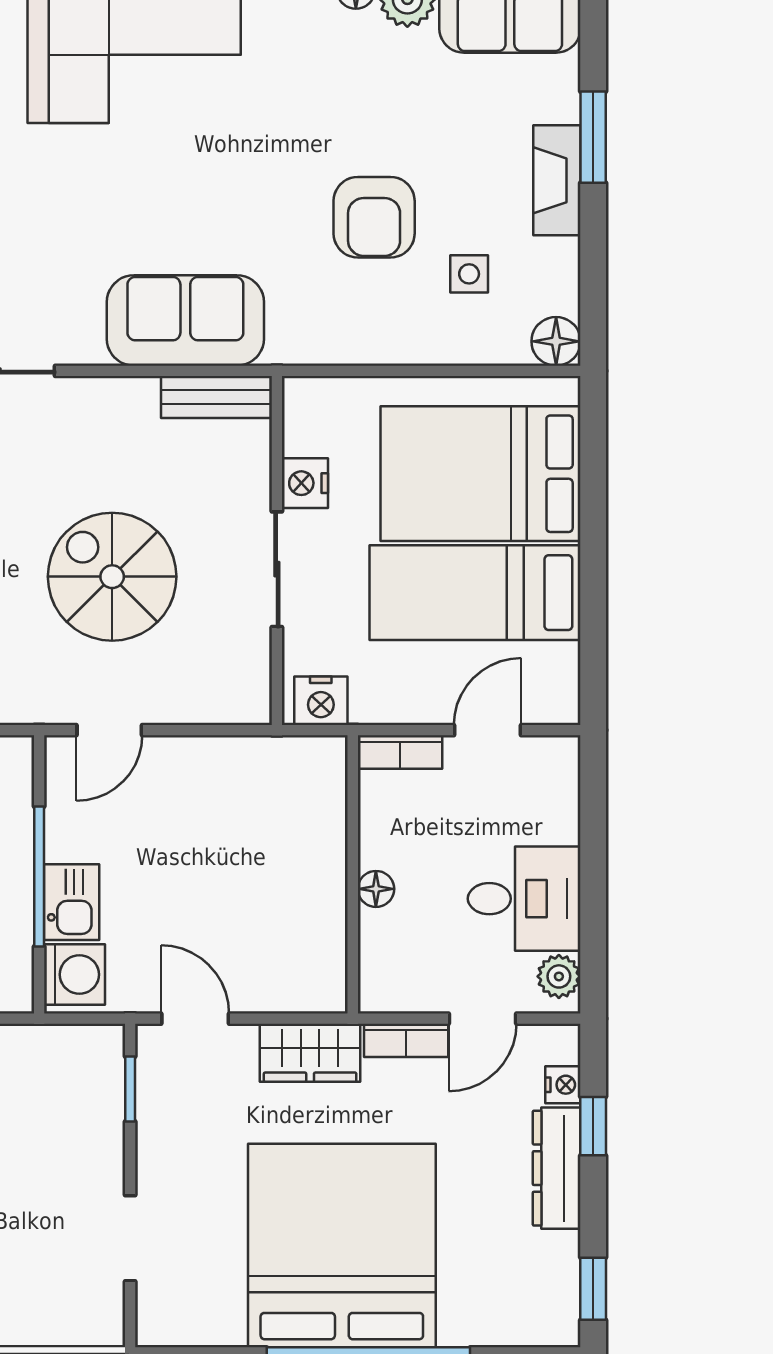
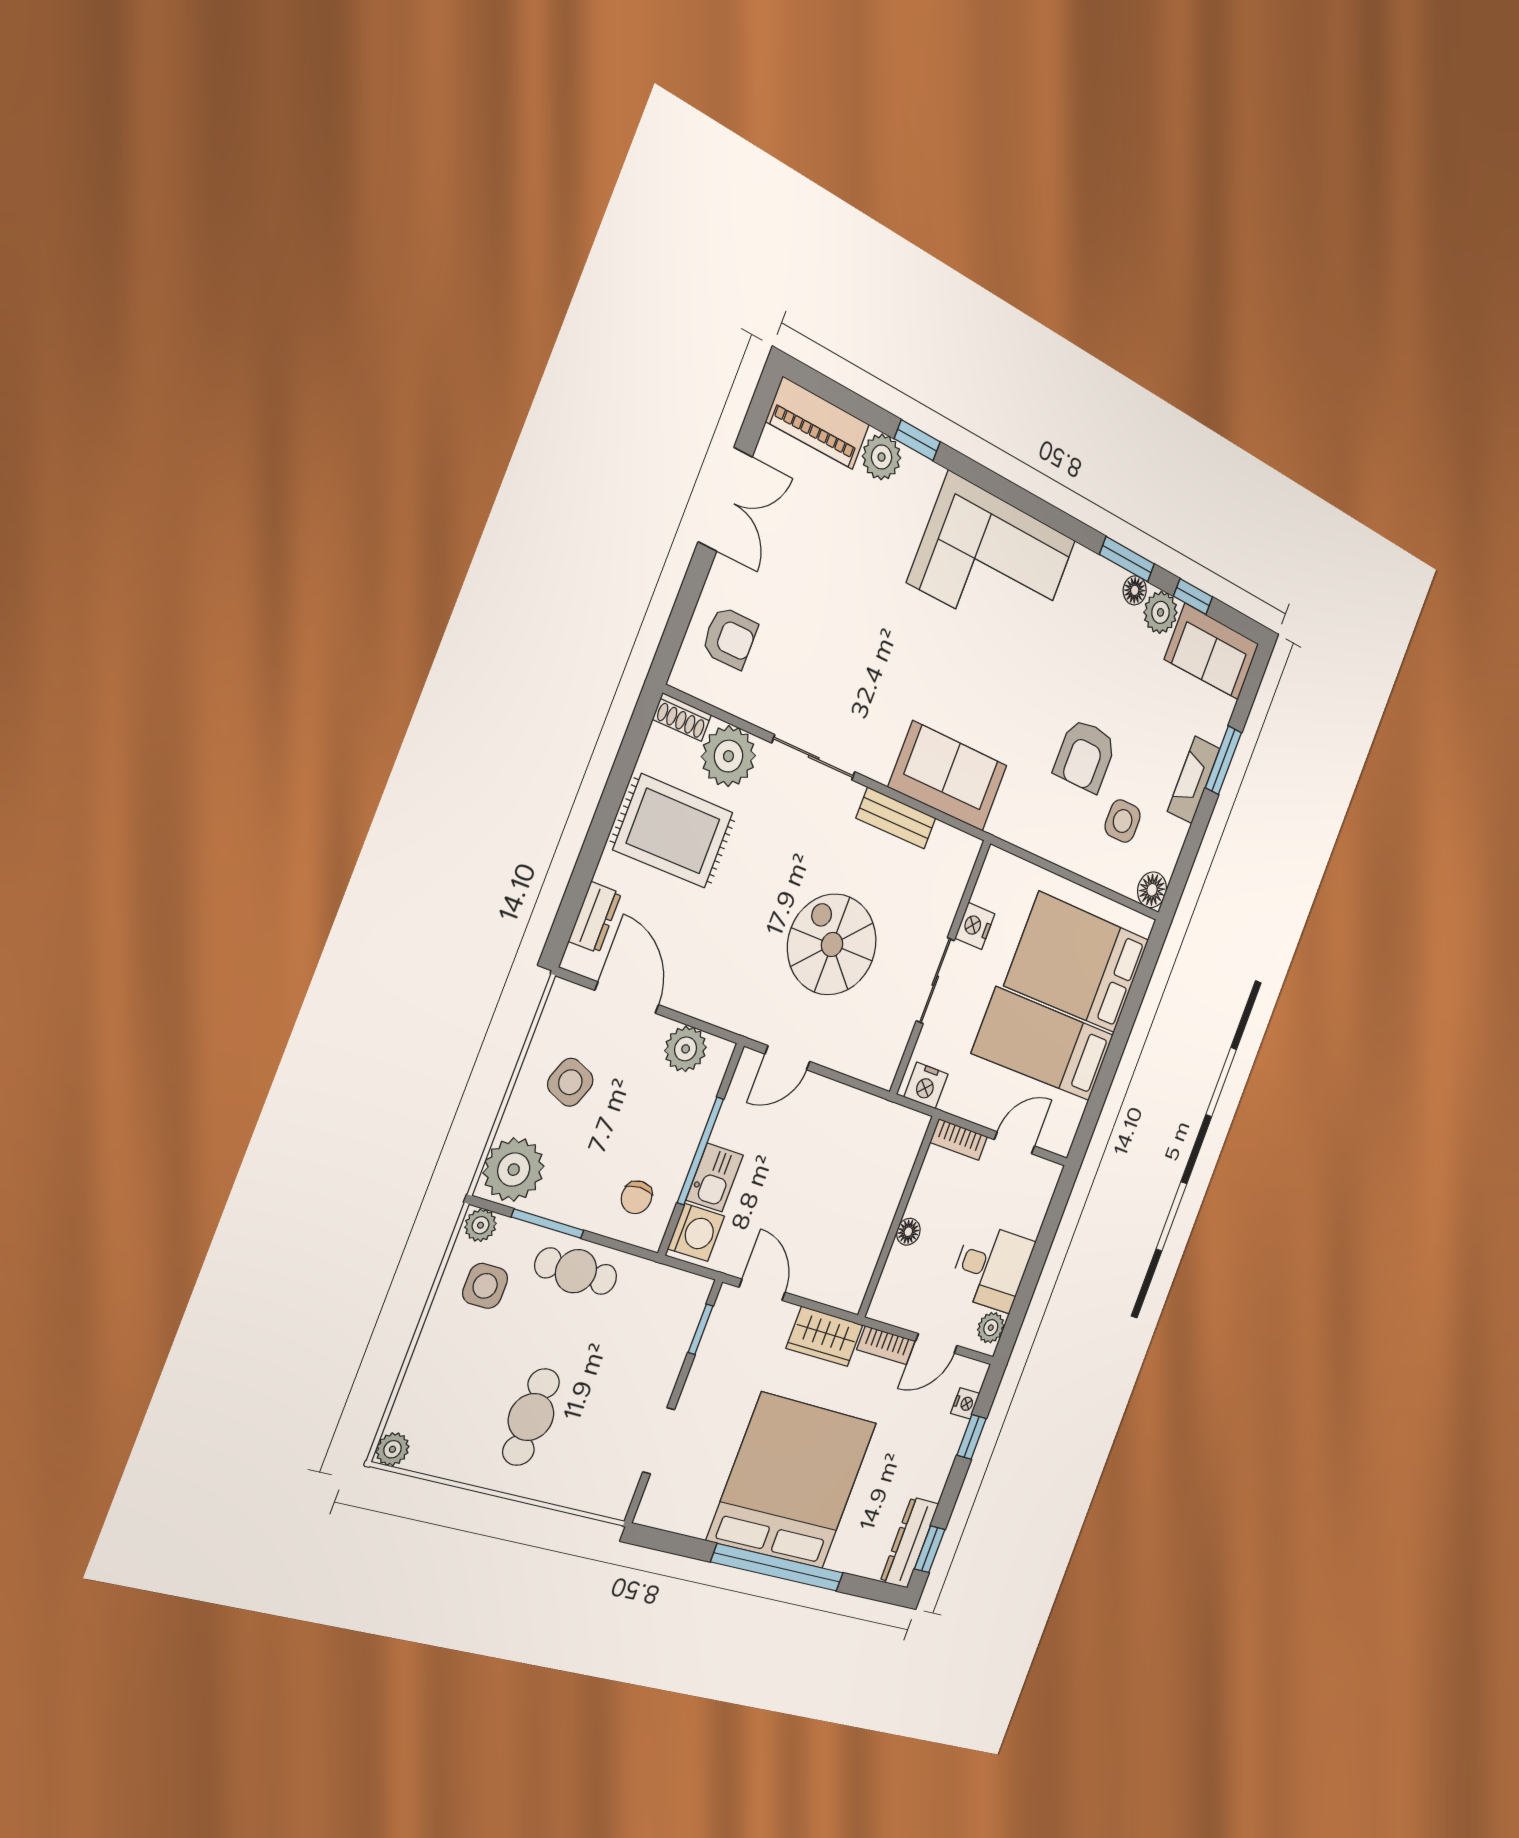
side table: (469, 274) -> (1123, 821), width x1.37, depth x1.37
bench: (217, 397) -> (896, 818), moved
dresser: (557, 1168) -> (909, 1543), moved

